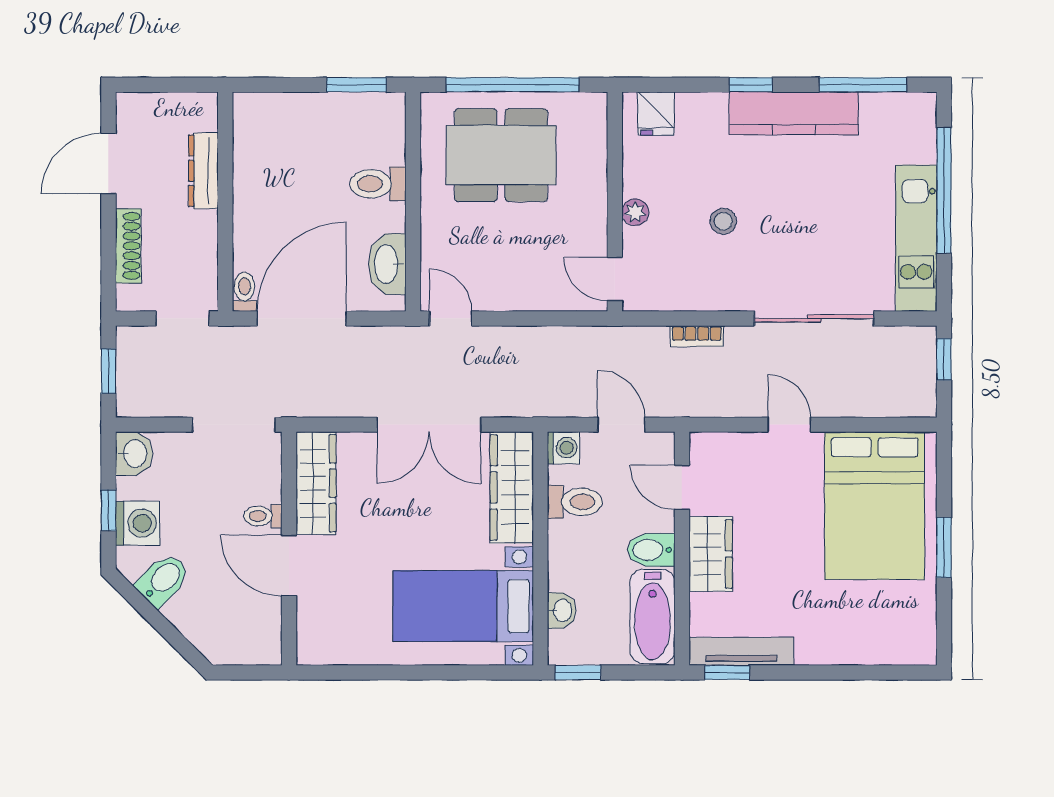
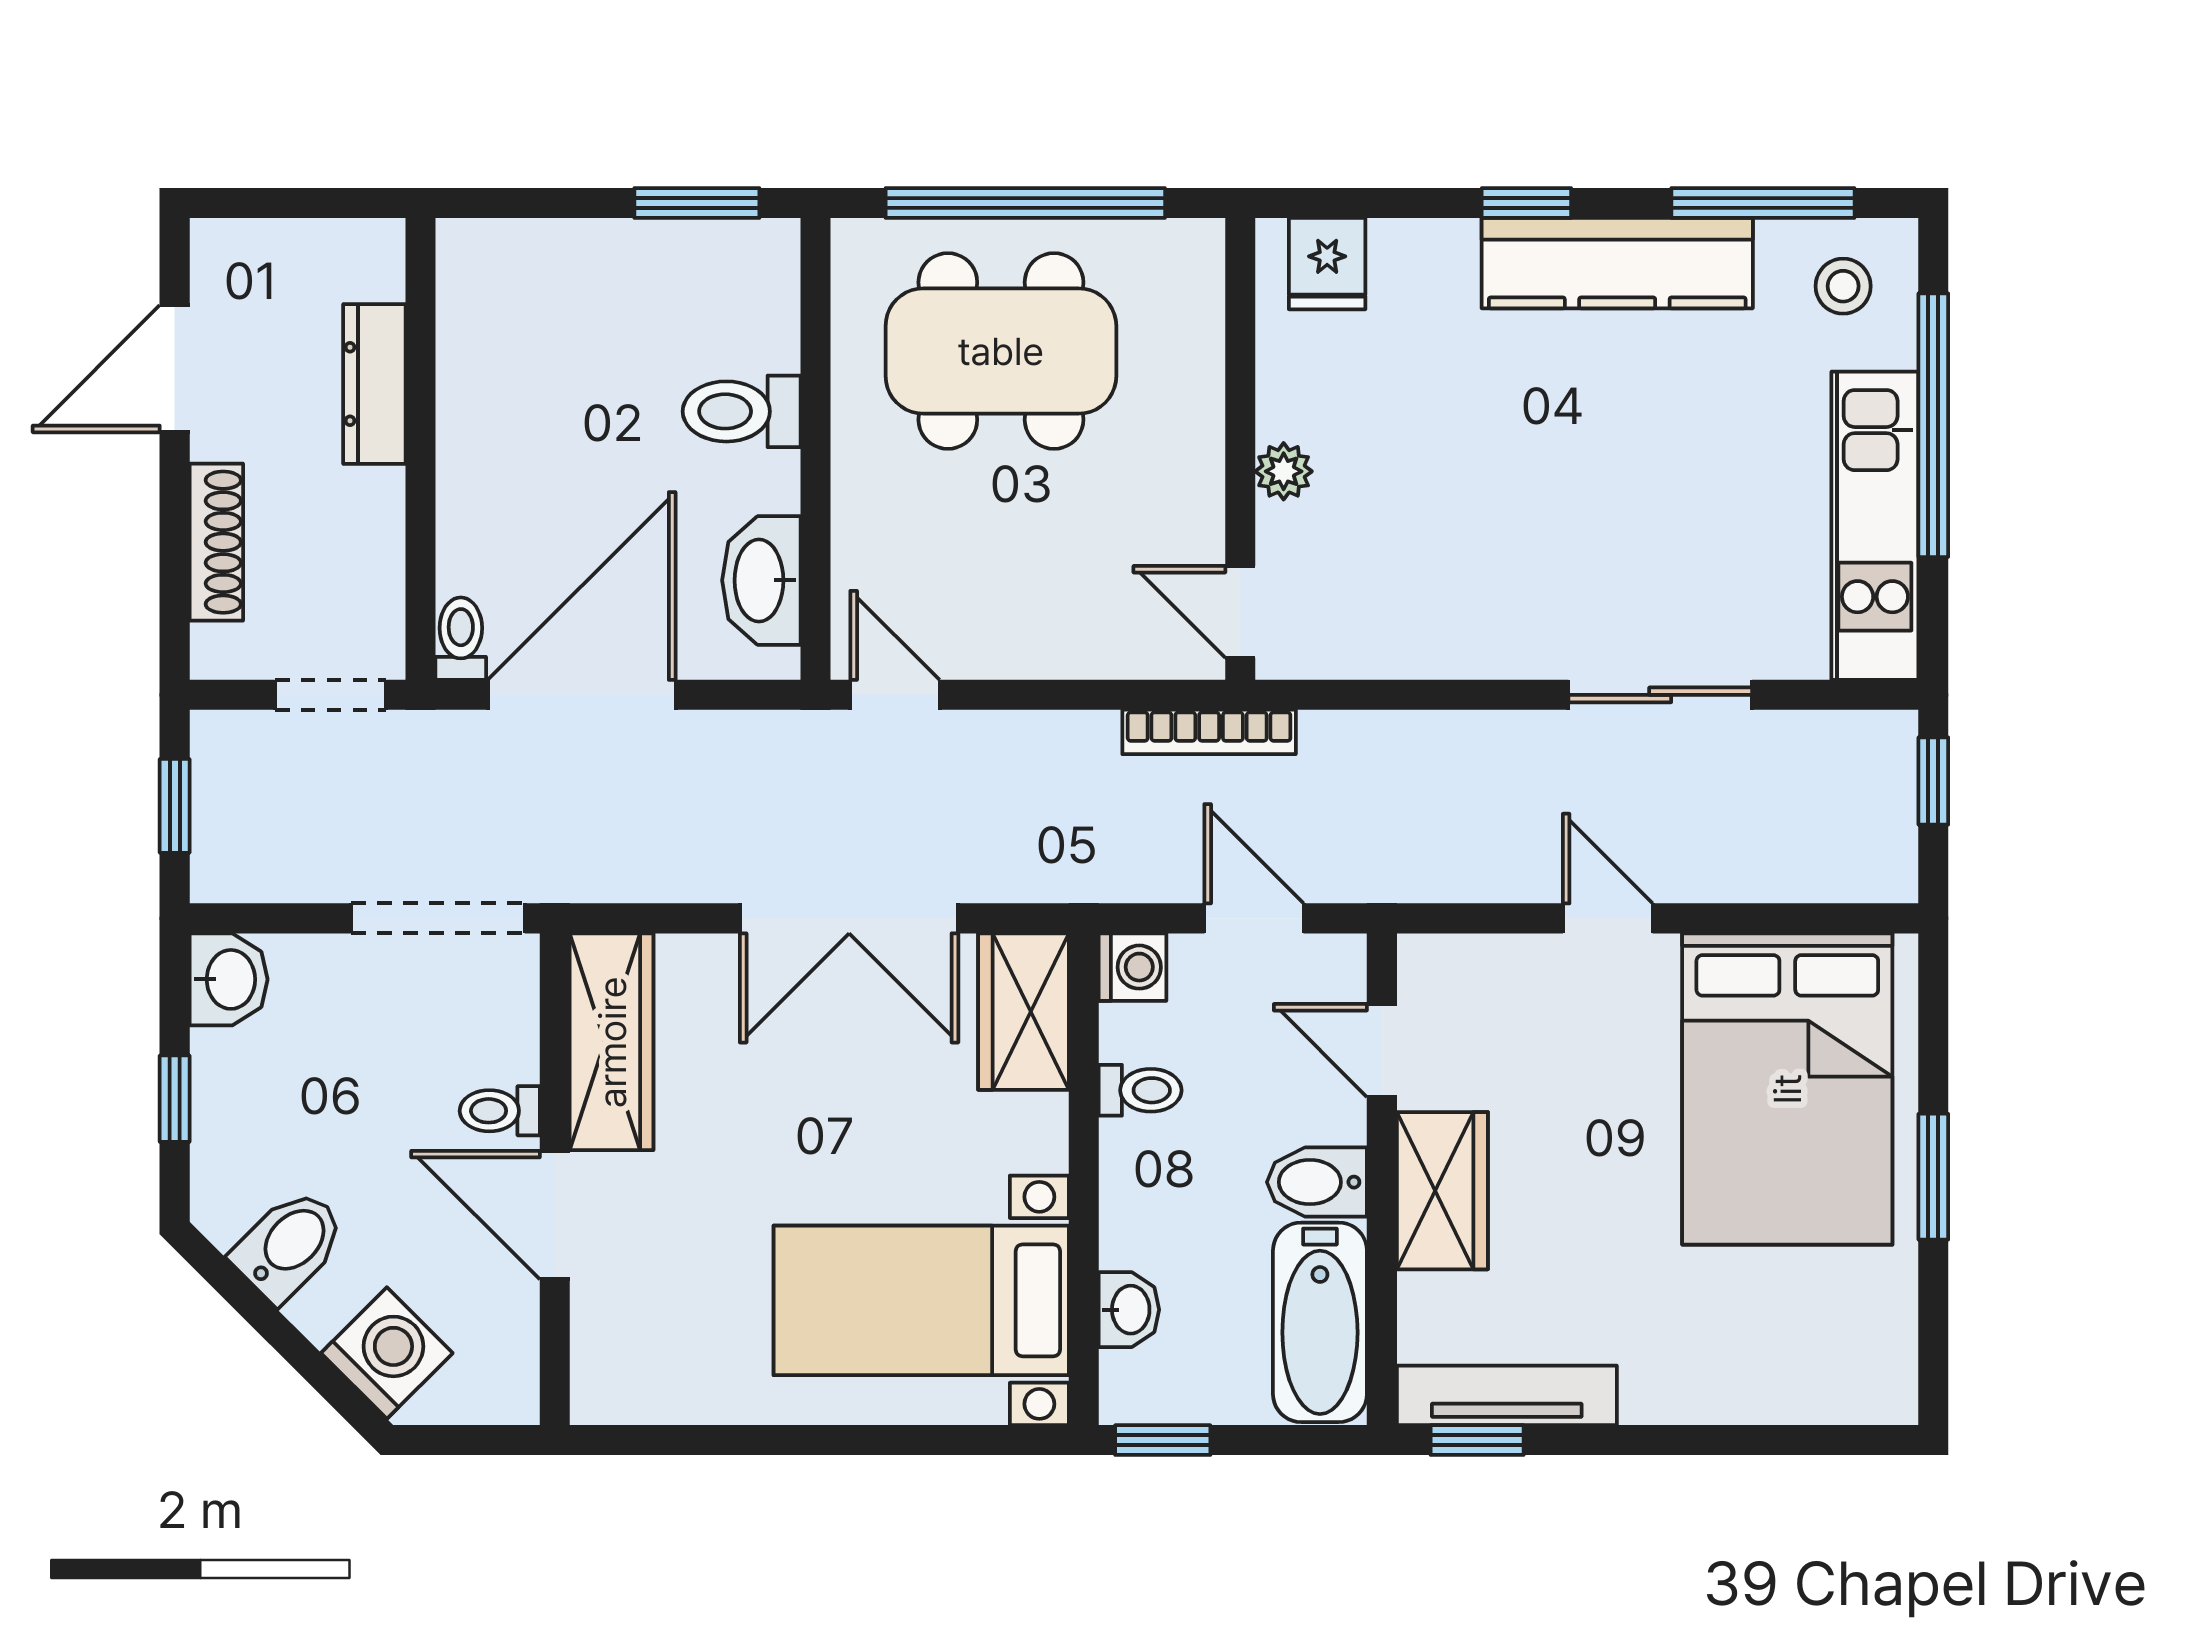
stool: (723, 221) -> (1843, 286), moved
sliding door: (814, 318) -> (1660, 695), width x0.73
bookcase: (697, 336) -> (1209, 732), moved, width x1.56
wardrobe: (512, 488) -> (1023, 1012), width x0.67
toilet: (575, 502) -> (1140, 1090), width x0.73, depth x0.72
washing machine: (138, 523) -> (387, 1353), moved, turned -45

